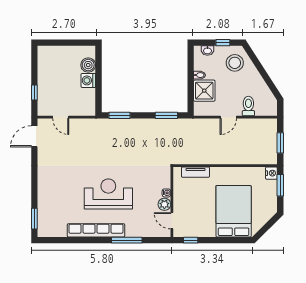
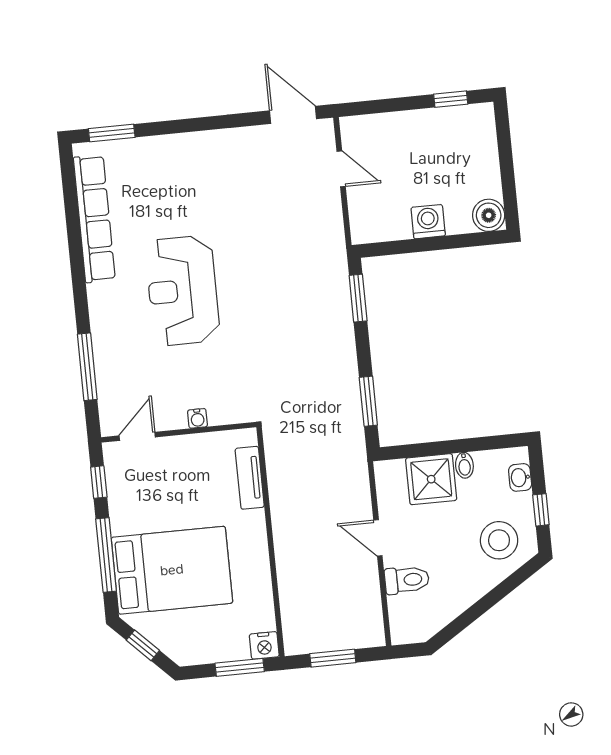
boiler: (88, 65) -> (489, 215), moved
window: (34, 92) -> (451, 99), moved
door: (61, 117) -> (341, 169), swing flipped
reception desk: (108, 194) -> (182, 291), turned 180
plant: (164, 204) -> (172, 416), removed
window: (266, 228) -> (143, 645), added
row of seats: (96, 230) -> (94, 219), moved
window: (127, 240) -> (87, 367), moved
window: (224, 240) -> (106, 555), added

